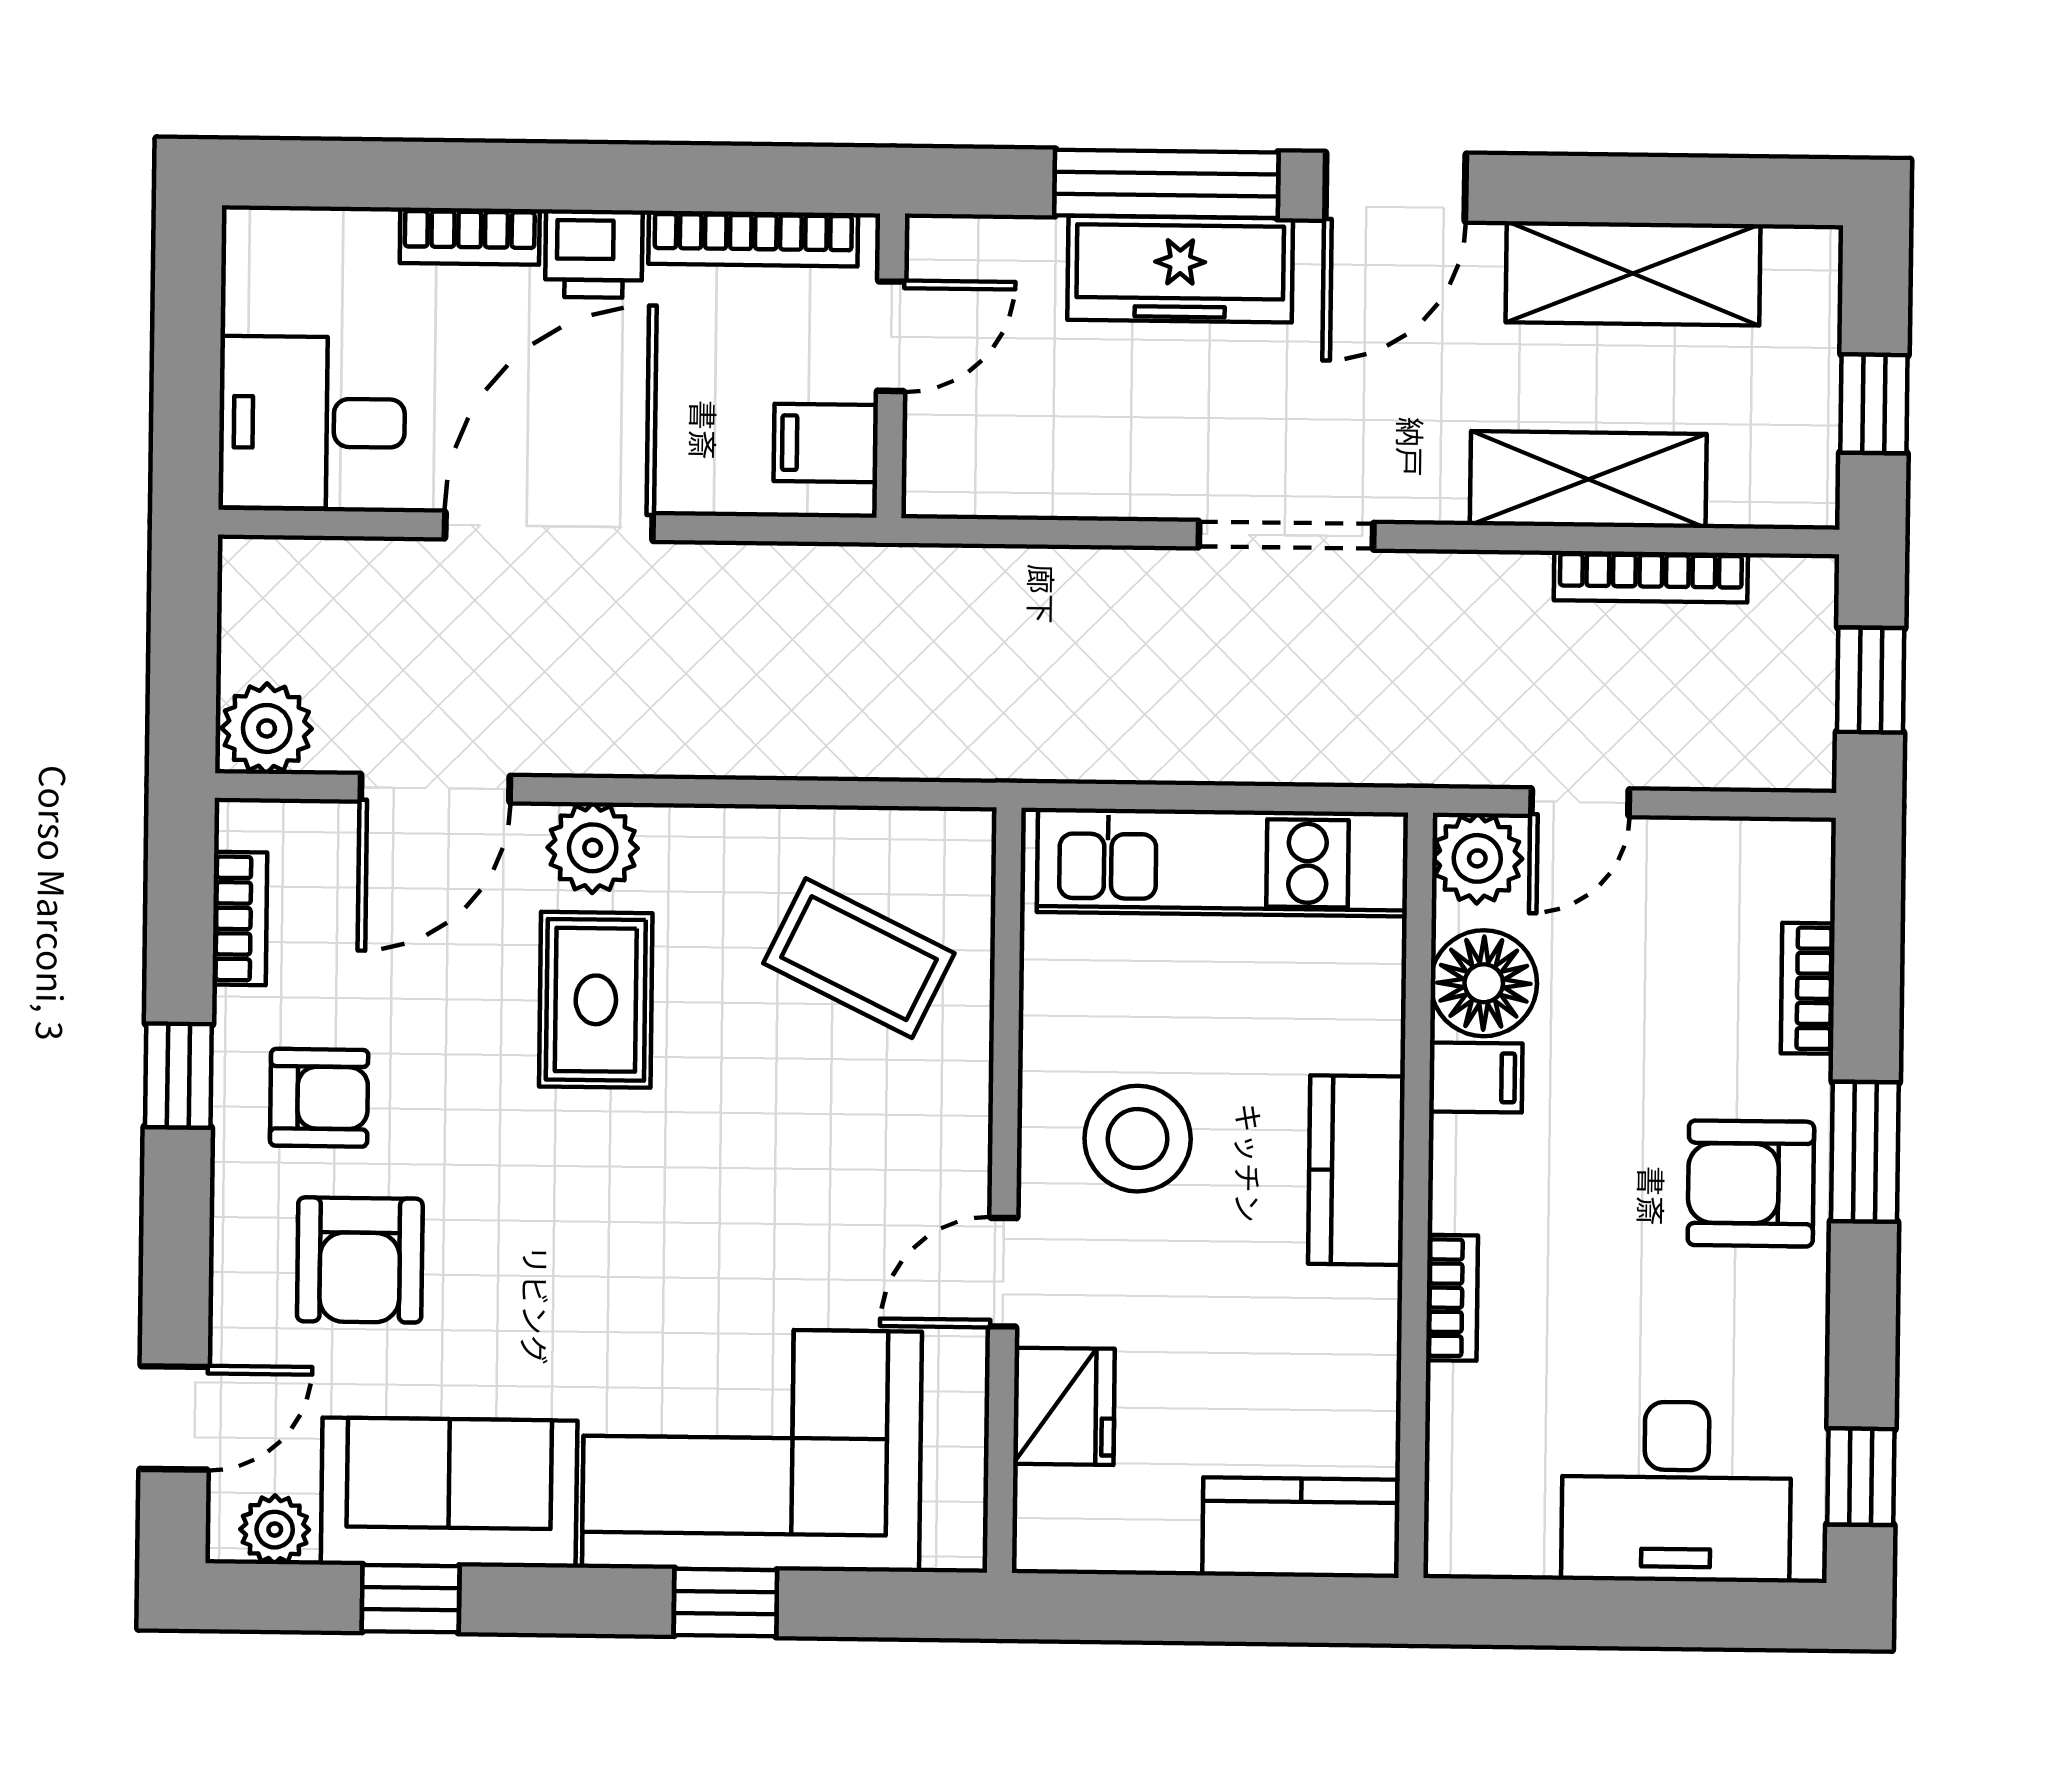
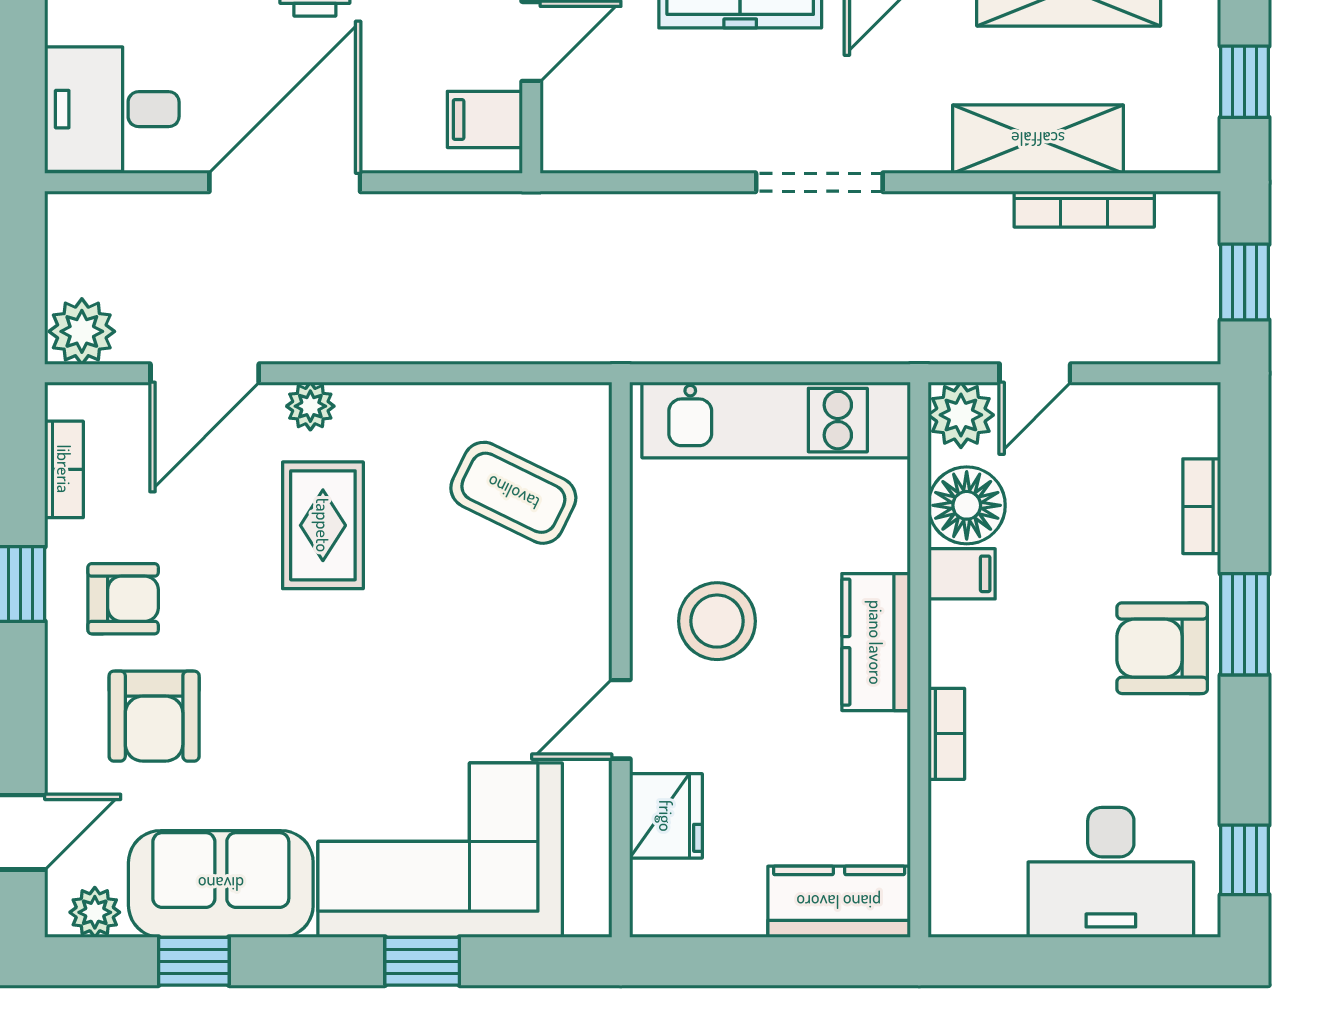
plant: (593, 848) -> (310, 406), width x0.73, depth x0.73

